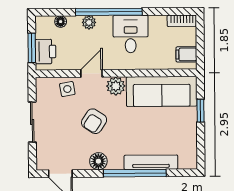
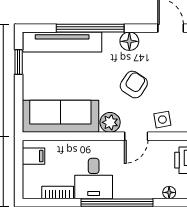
bookcase: (182, 21) -> (58, 192), moved
plant: (89, 22) -> (139, 191), removed
window: (201, 111) -> (19, 62), moved
tv unit: (151, 162) -> (62, 42), width x1.36, depth x1.29

